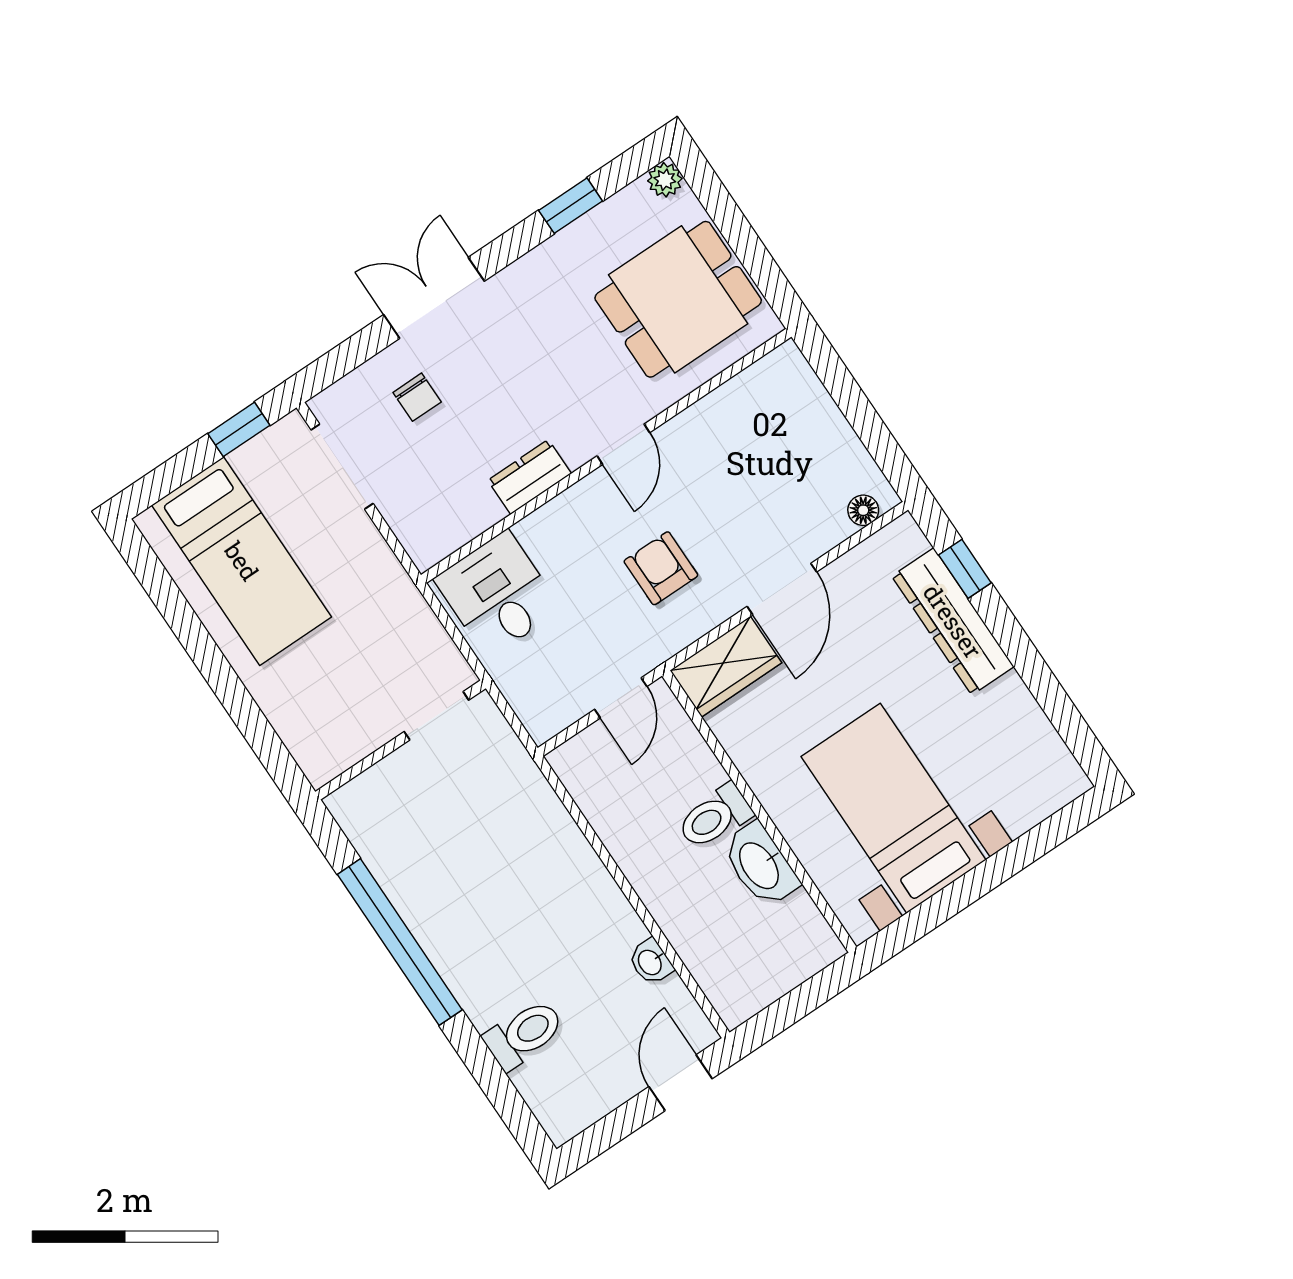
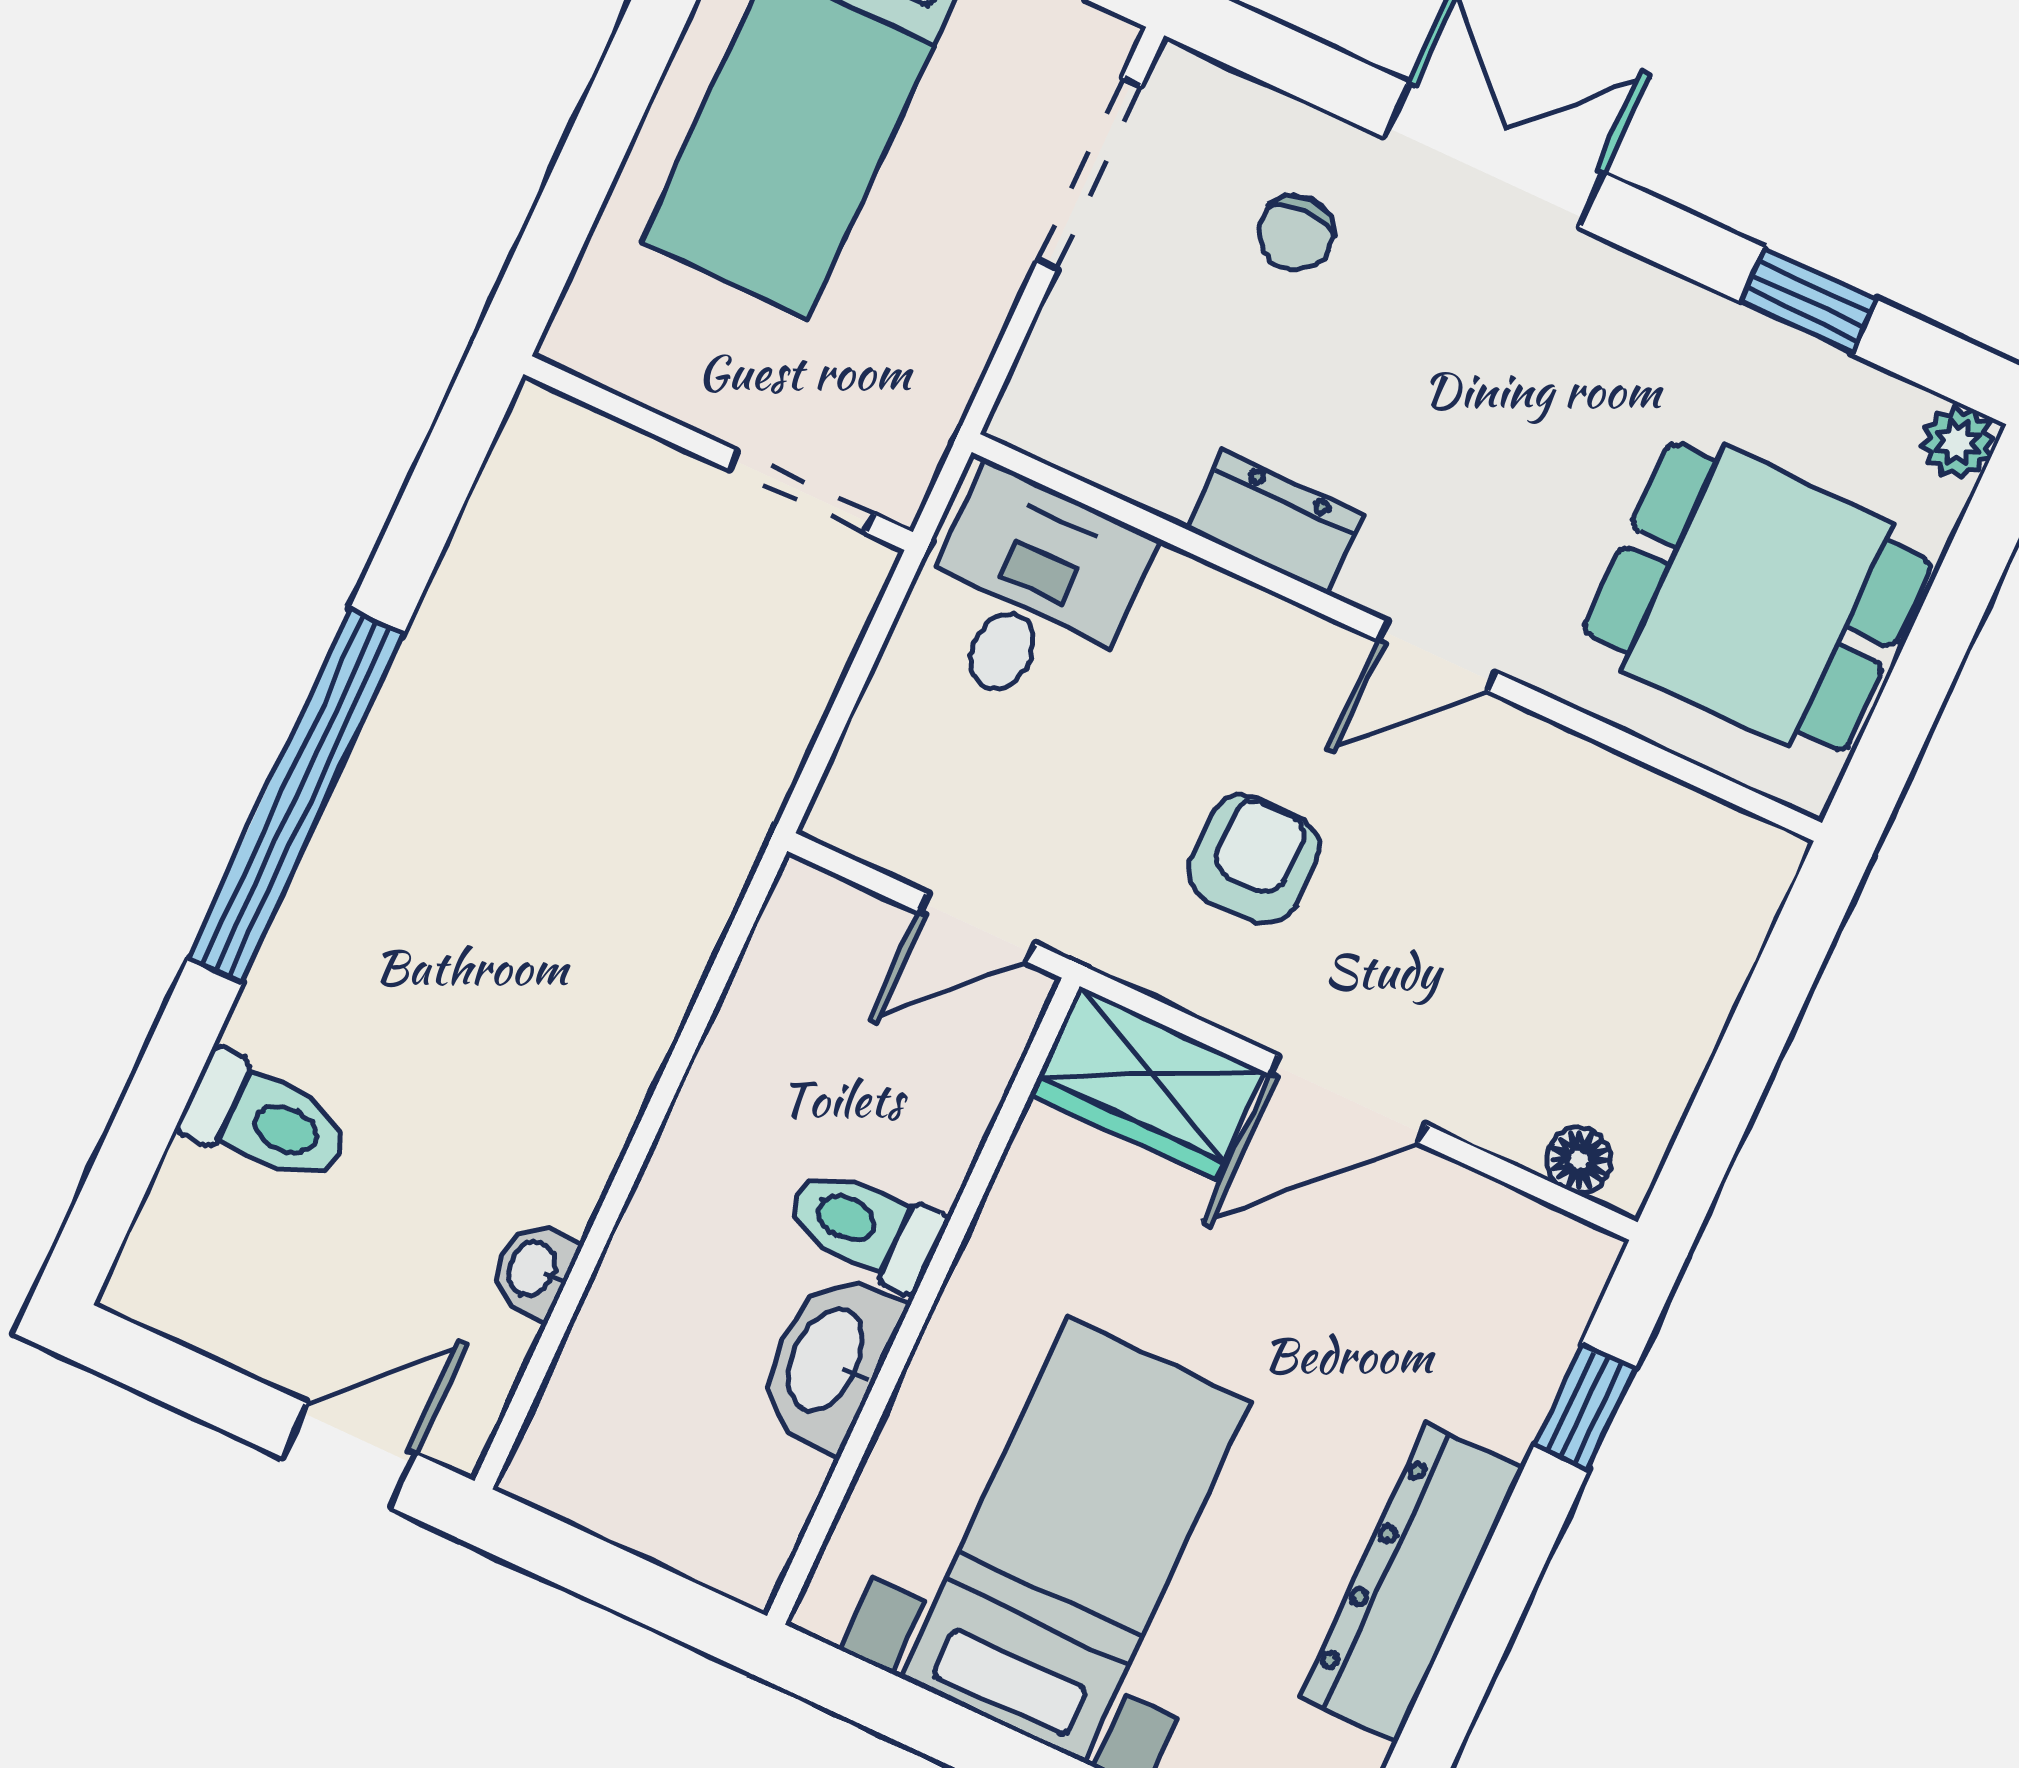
dresser: (953, 621) -> (1412, 1583), moved
doorway: (436, 716) -> (801, 491), moved
wall: (401, 740) -> (718, 453), moved

